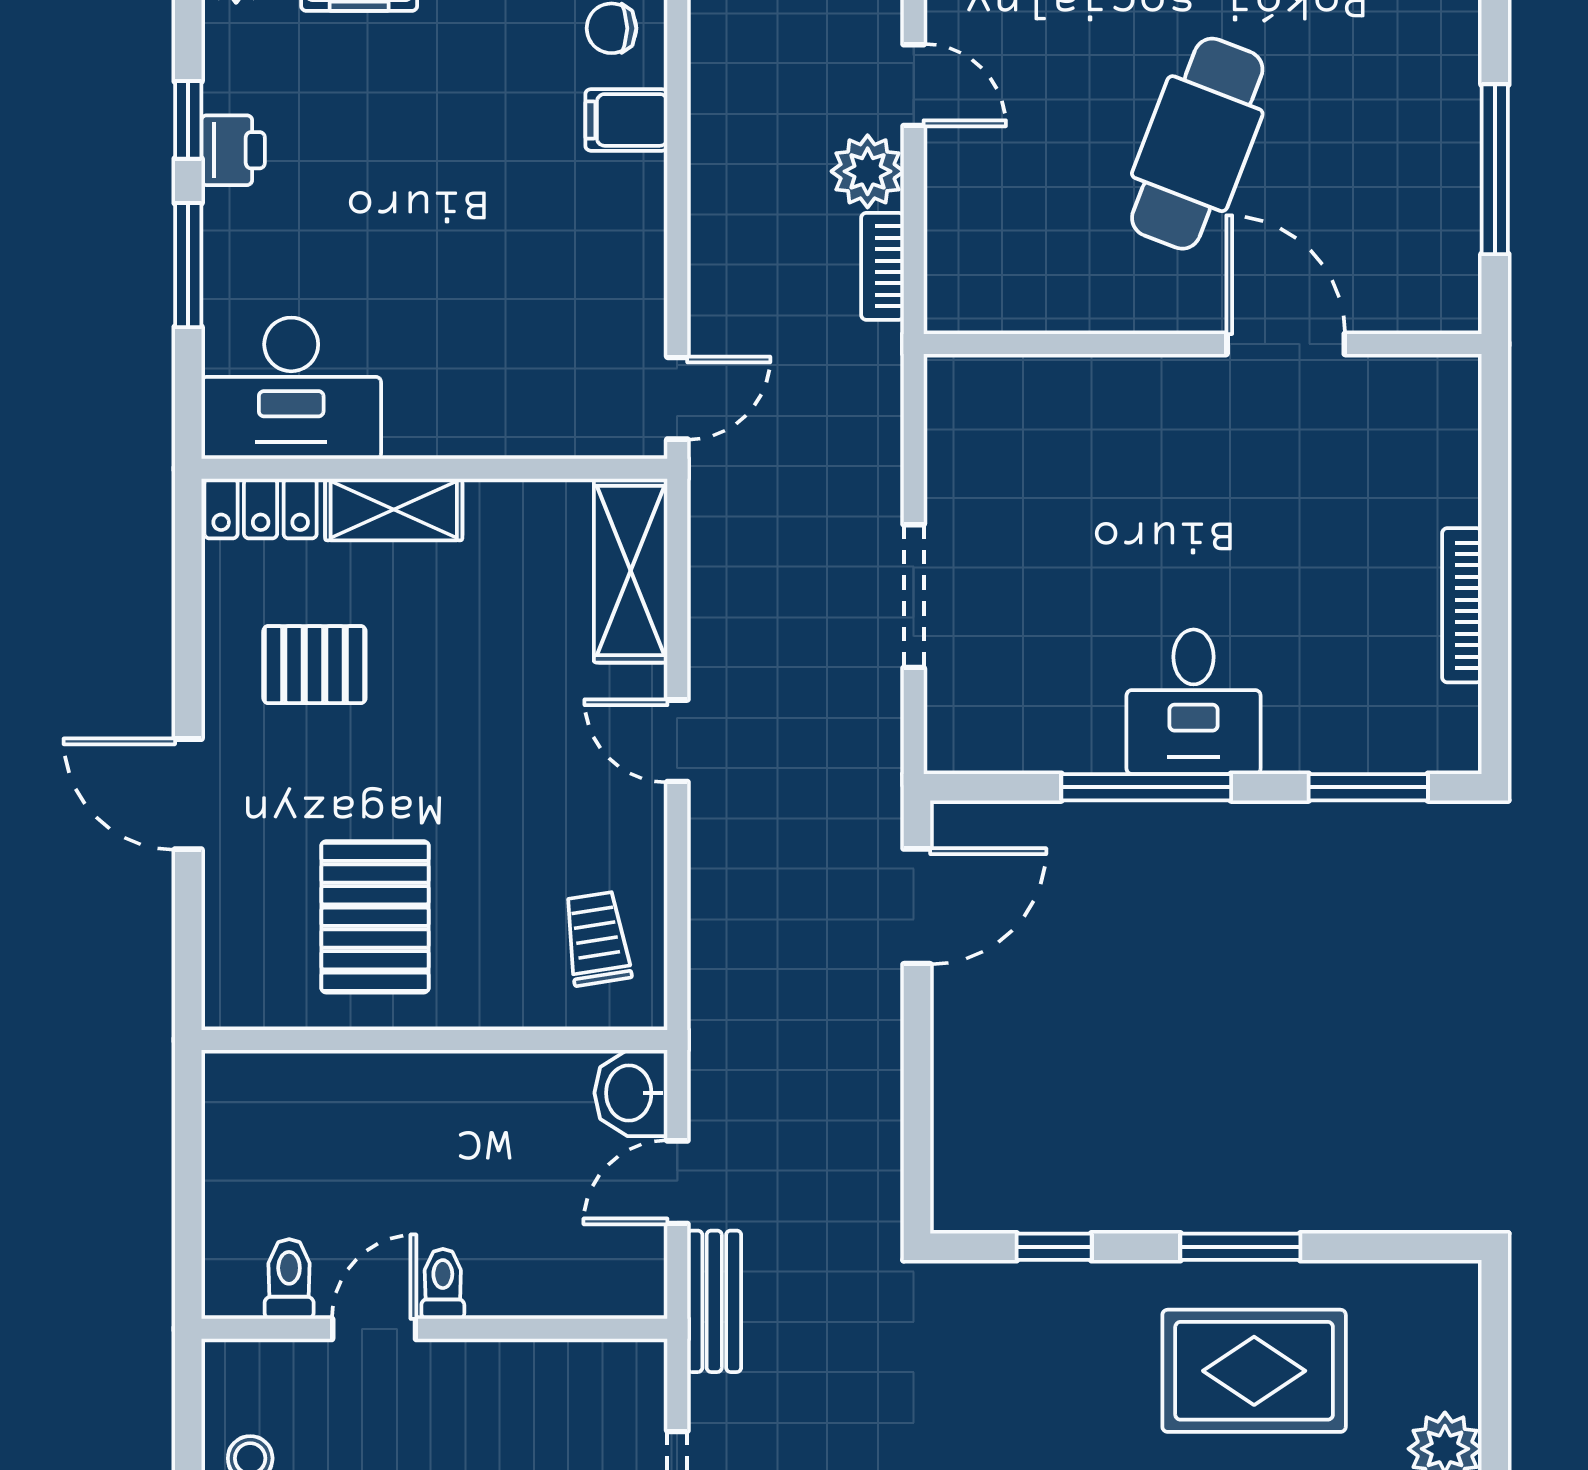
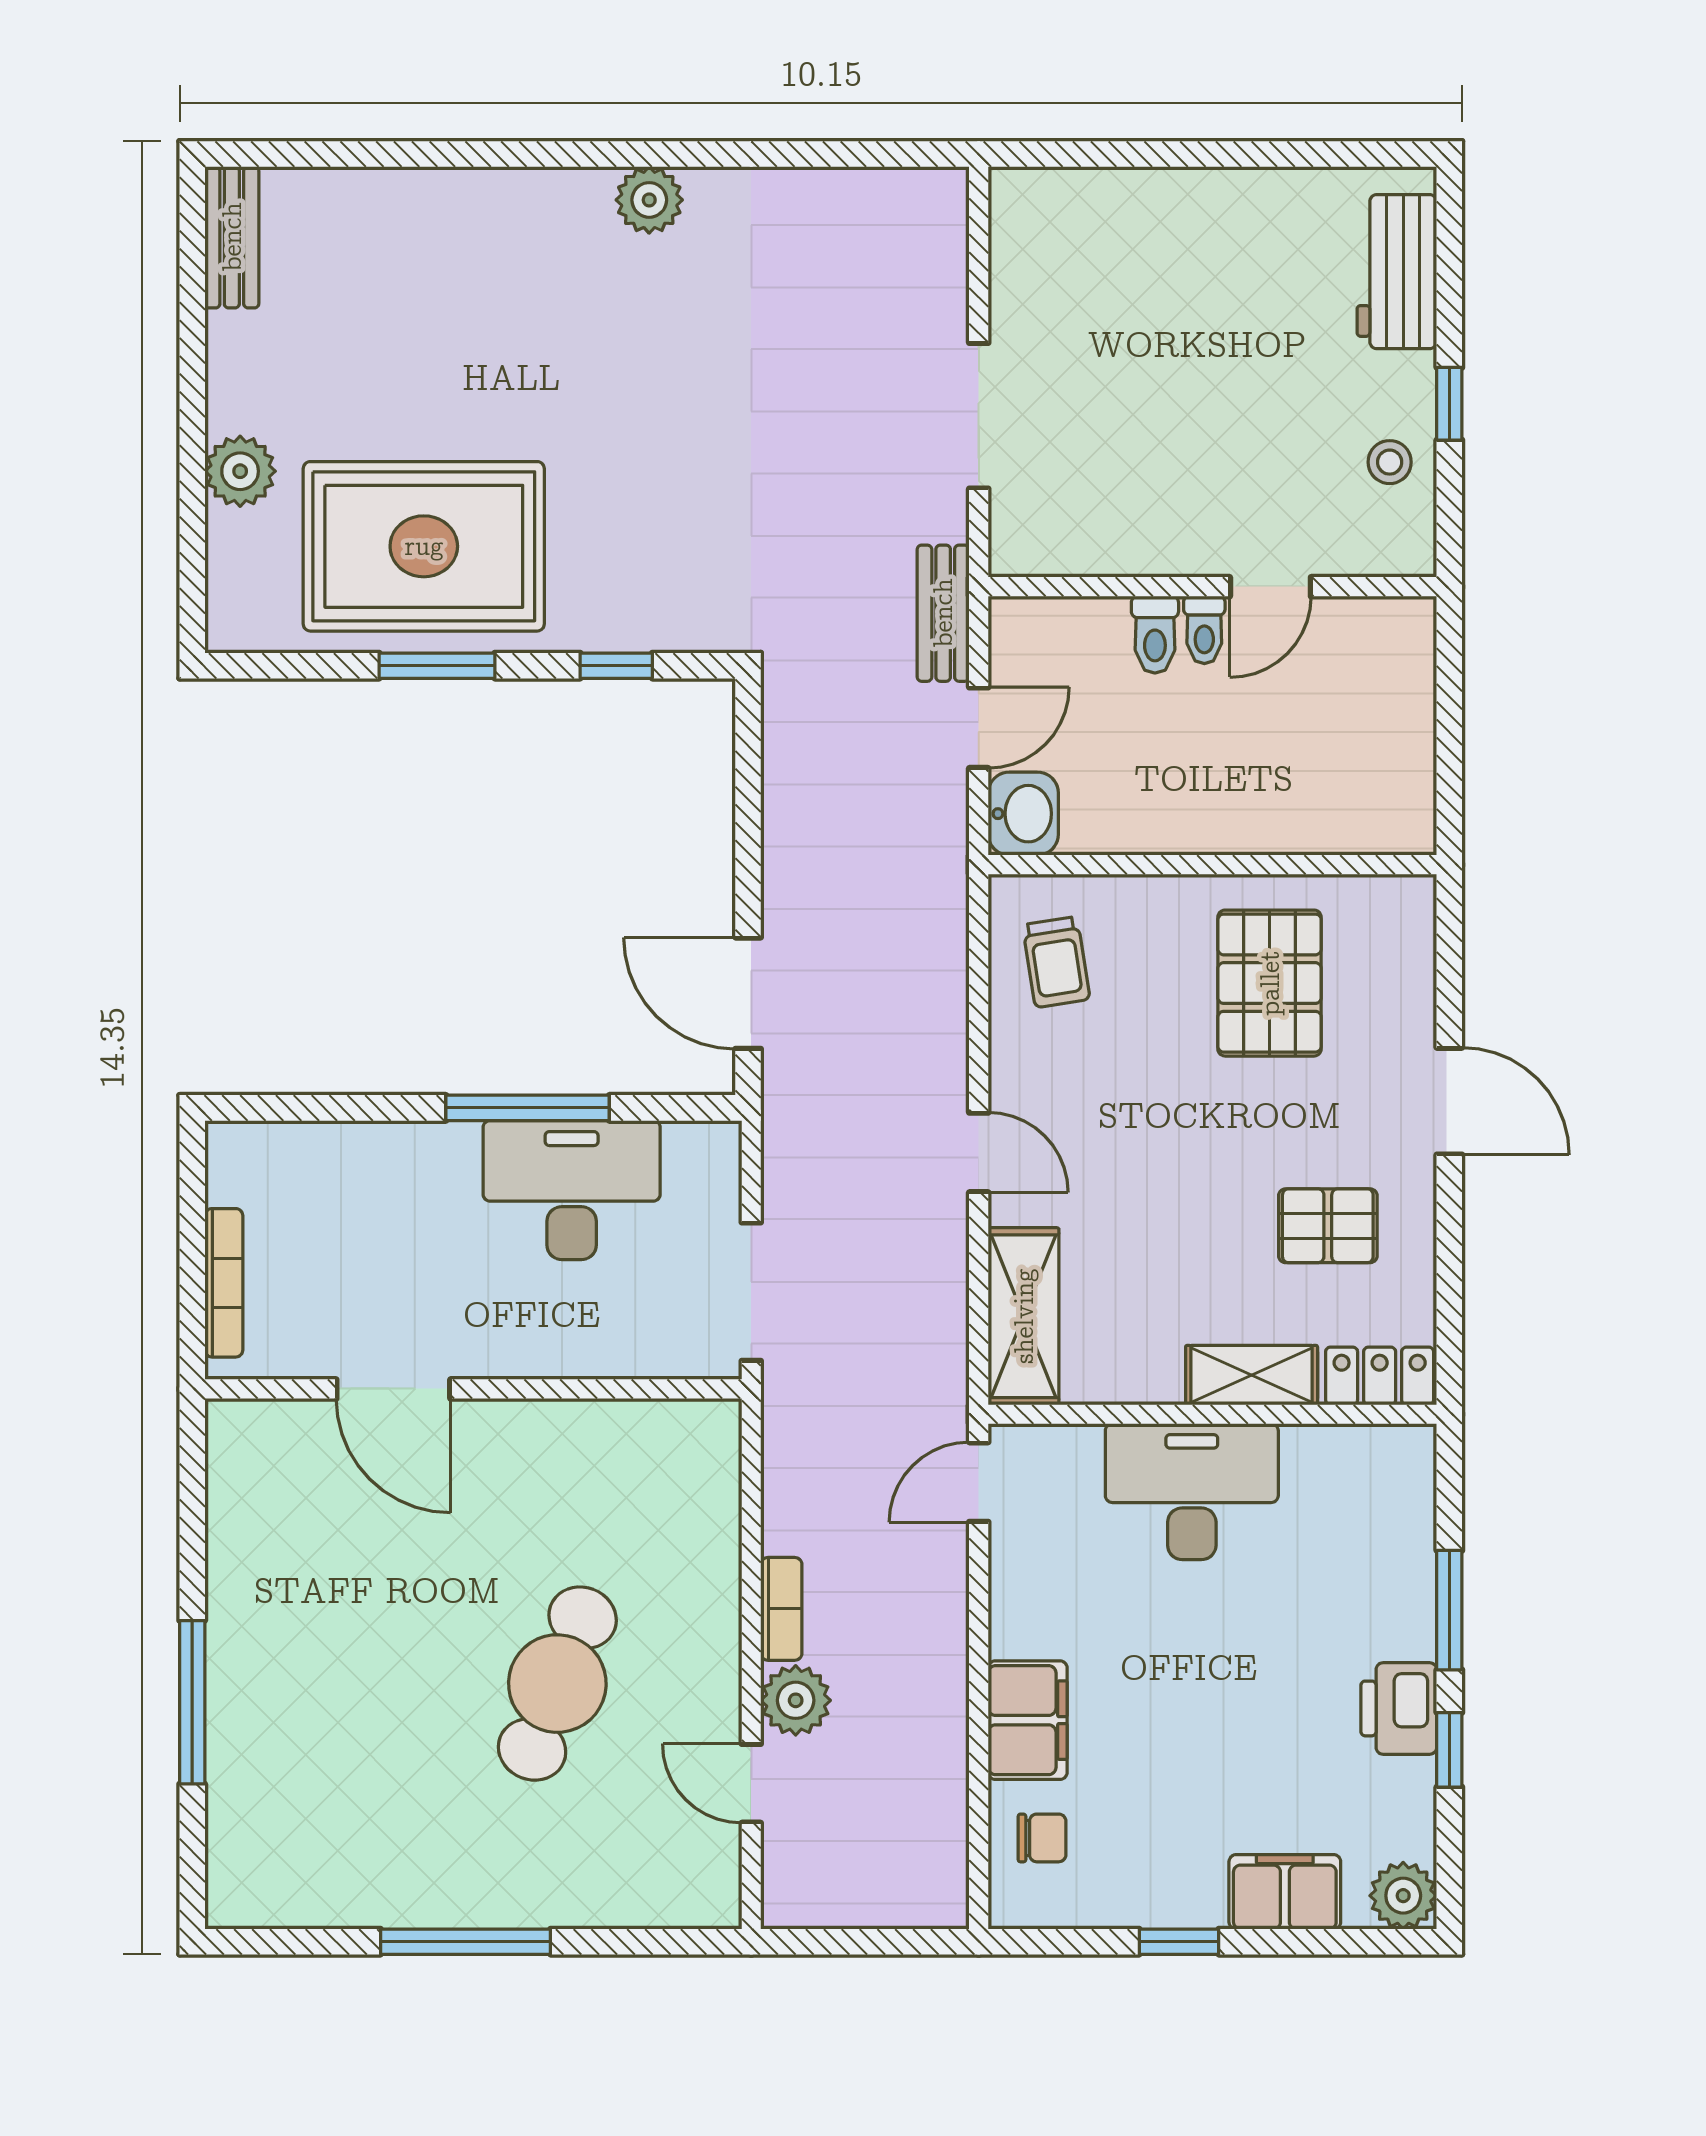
filing cabinet: (626, 120) -> (1028, 1720), width x2.00
cafe table: (1197, 144) -> (557, 1684), moved
printer: (233, 150) -> (1399, 1708), width x1.36, depth x1.24
wall: (1203, 344) -> (473, 1389), moved
door: (1286, 344) -> (393, 1389), moved
desk: (291, 388) -> (1192, 1492), moved
desk: (1194, 702) -> (572, 1190), moved, width x1.37
window: (1368, 787) -> (314, 1108), removed
door: (917, 906) -> (748, 993), hinge flipped
toilet: (289, 1279) -> (1155, 635), moved
rug: (1254, 1371) -> (424, 546), width x1.37, depth x1.44

